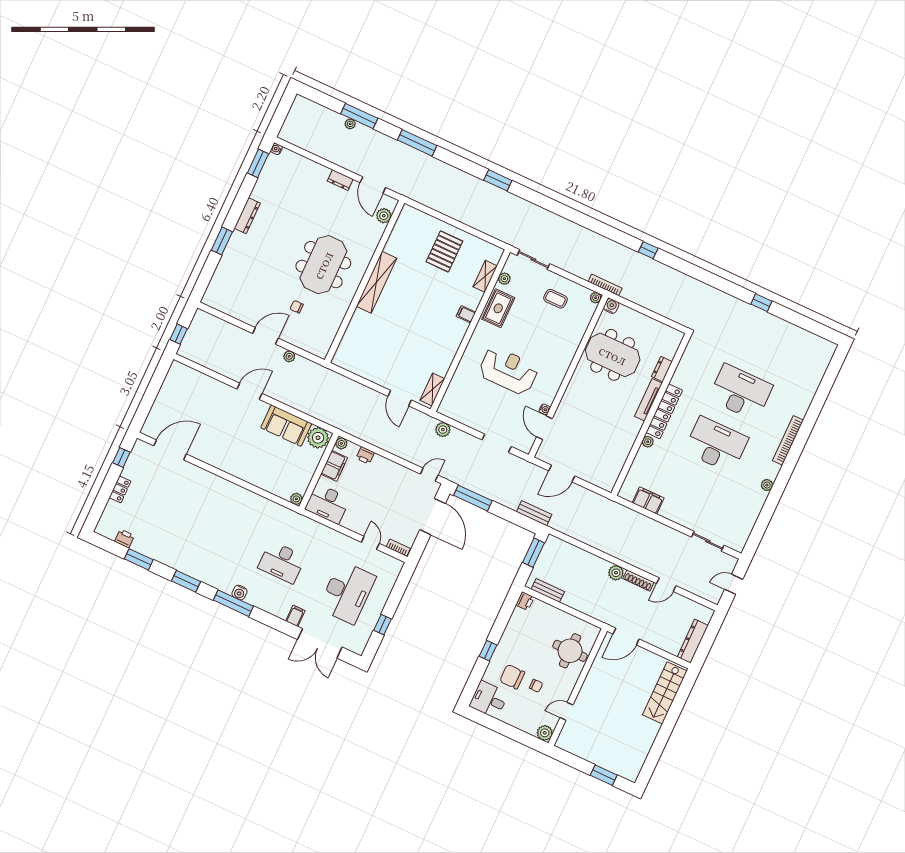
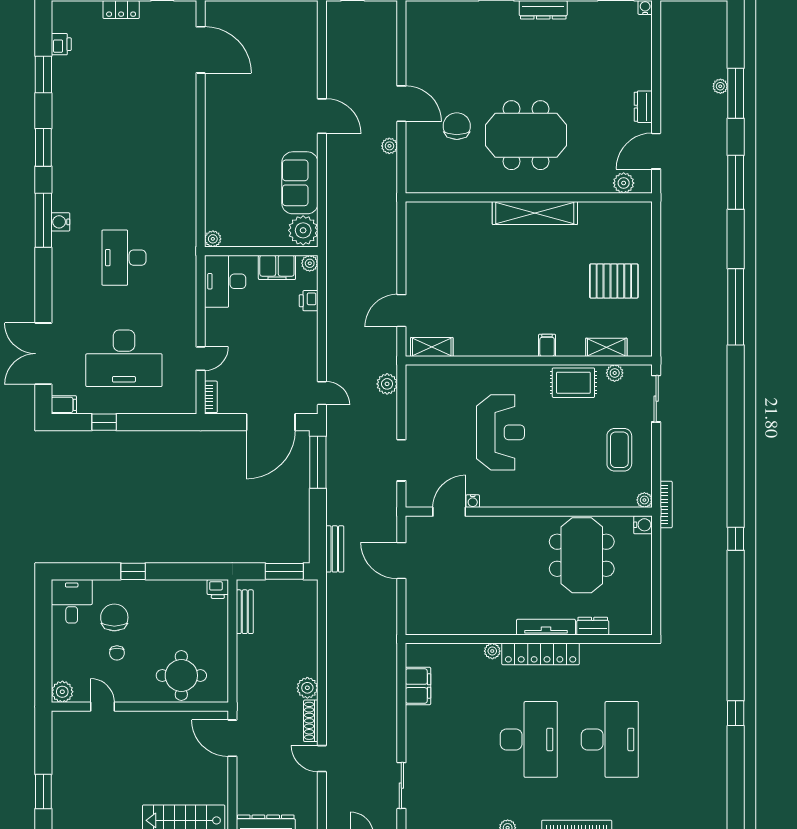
window: (498, 180) -> (736, 307), width x2.11
coffee table: (555, 299) -> (619, 450), width x1.36, depth x1.30
chair: (297, 307) -> (457, 126), width x1.87, depth x1.87
filing cabinet: (295, 616) -> (64, 405), moved

